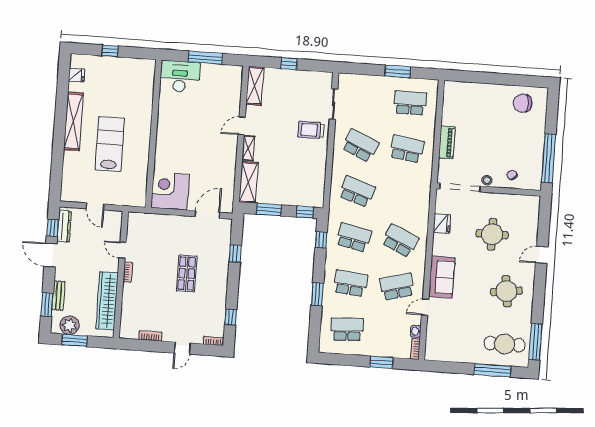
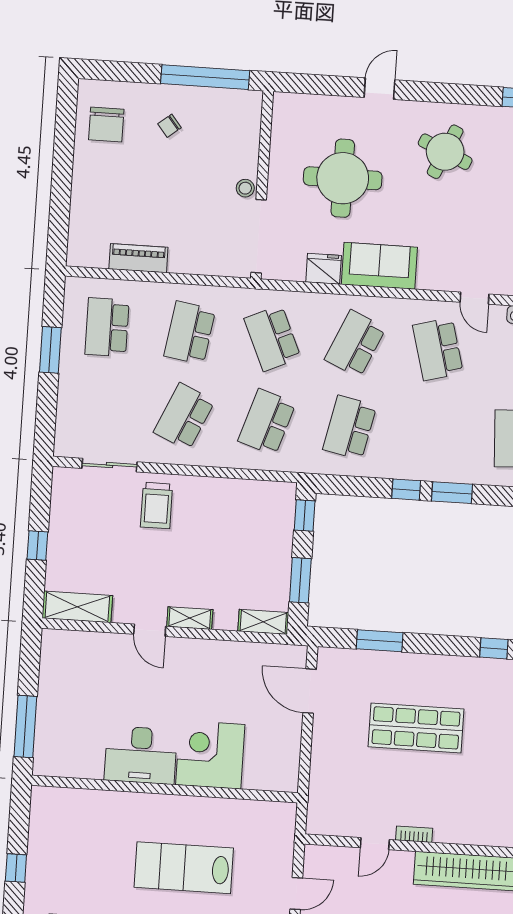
window: (205, 58) -> (25, 726), moved
desk: (180, 77) -> (141, 755), moved, turned -90
piano: (447, 142) -> (138, 258), moved
chair: (512, 175) -> (169, 126), moved
shelving: (249, 182) -> (263, 622), width x0.67, depth x0.75
corner desk: (170, 191) -> (210, 755), moved, turned 90
round table: (492, 234) -> (343, 178), width x1.36, depth x1.36
window: (321, 240) -> (406, 490), moved
window: (235, 253) -> (380, 641), width x1.50
door: (542, 255) -> (380, 89), swing flipped
shop shelf: (187, 273) -> (416, 728), width x1.43, depth x1.36
sofa: (442, 277) -> (379, 266), moved
school desk: (350, 283) -> (272, 338), moved, turned -30
round table: (507, 291) -> (445, 152), turned 31

